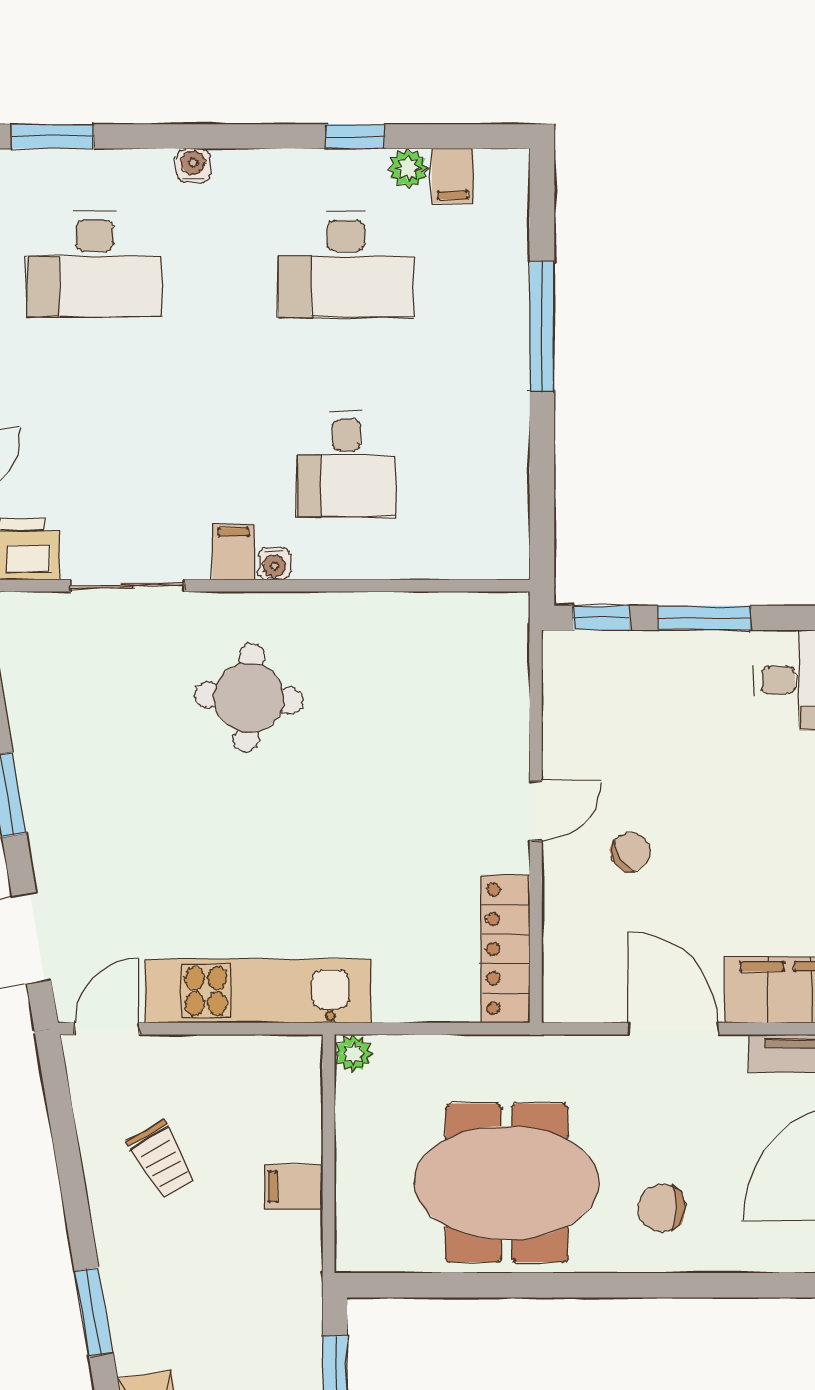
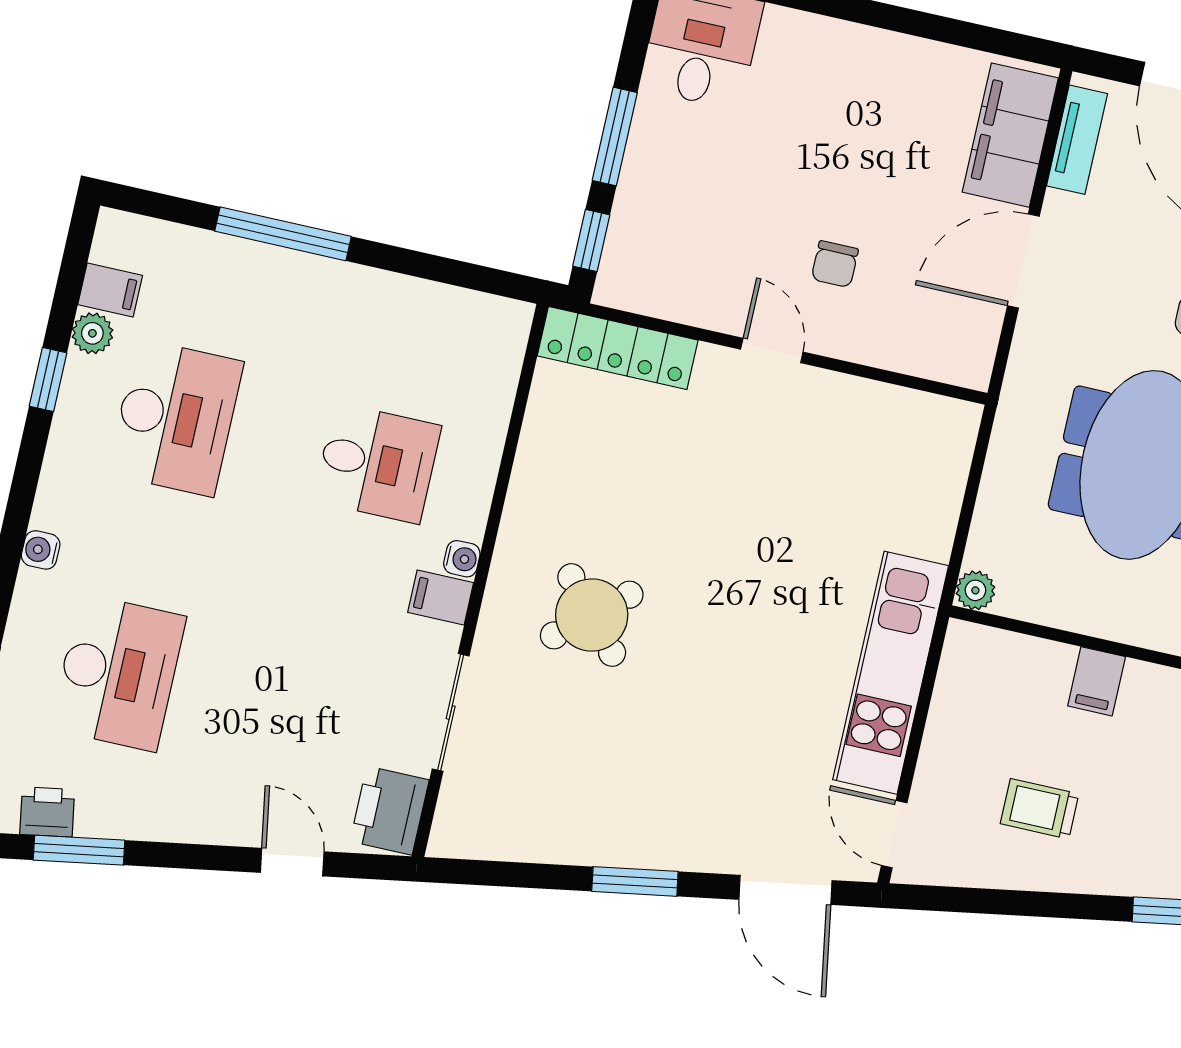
round table: (249, 698) -> (592, 615), turned 45
chair: (630, 852) -> (835, 264), turned -145
locker: (505, 949) -> (618, 348), moved
trolley: (162, 1160) -> (1040, 809), turned -150

